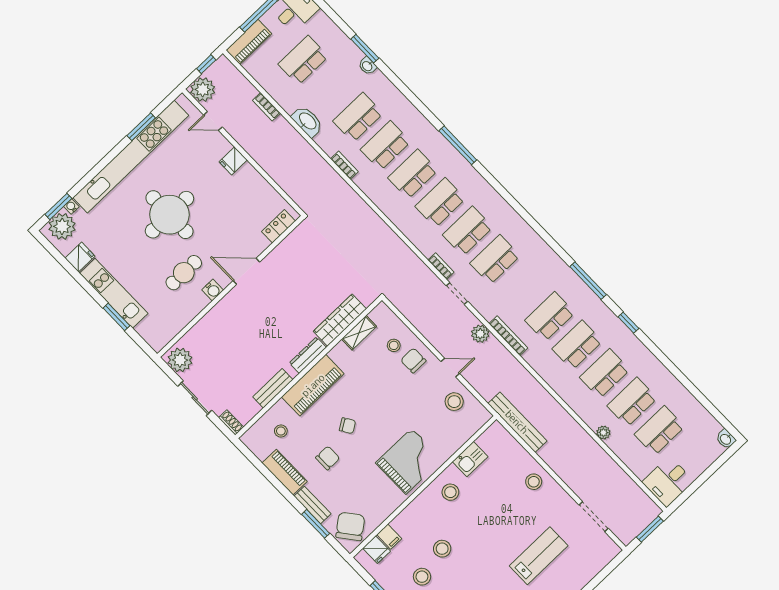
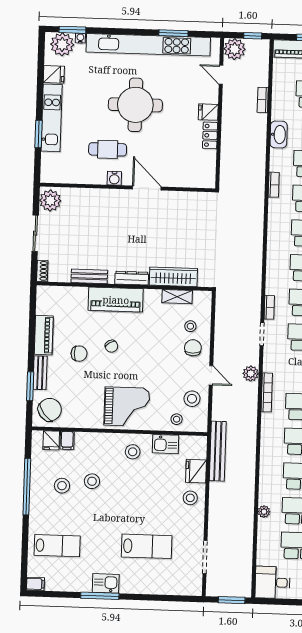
locker: (279, 226) -> (210, 135), moved, turned -90
stool: (281, 431) -> (177, 419), moved
fridge: (516, 456) -> (196, 471), added

